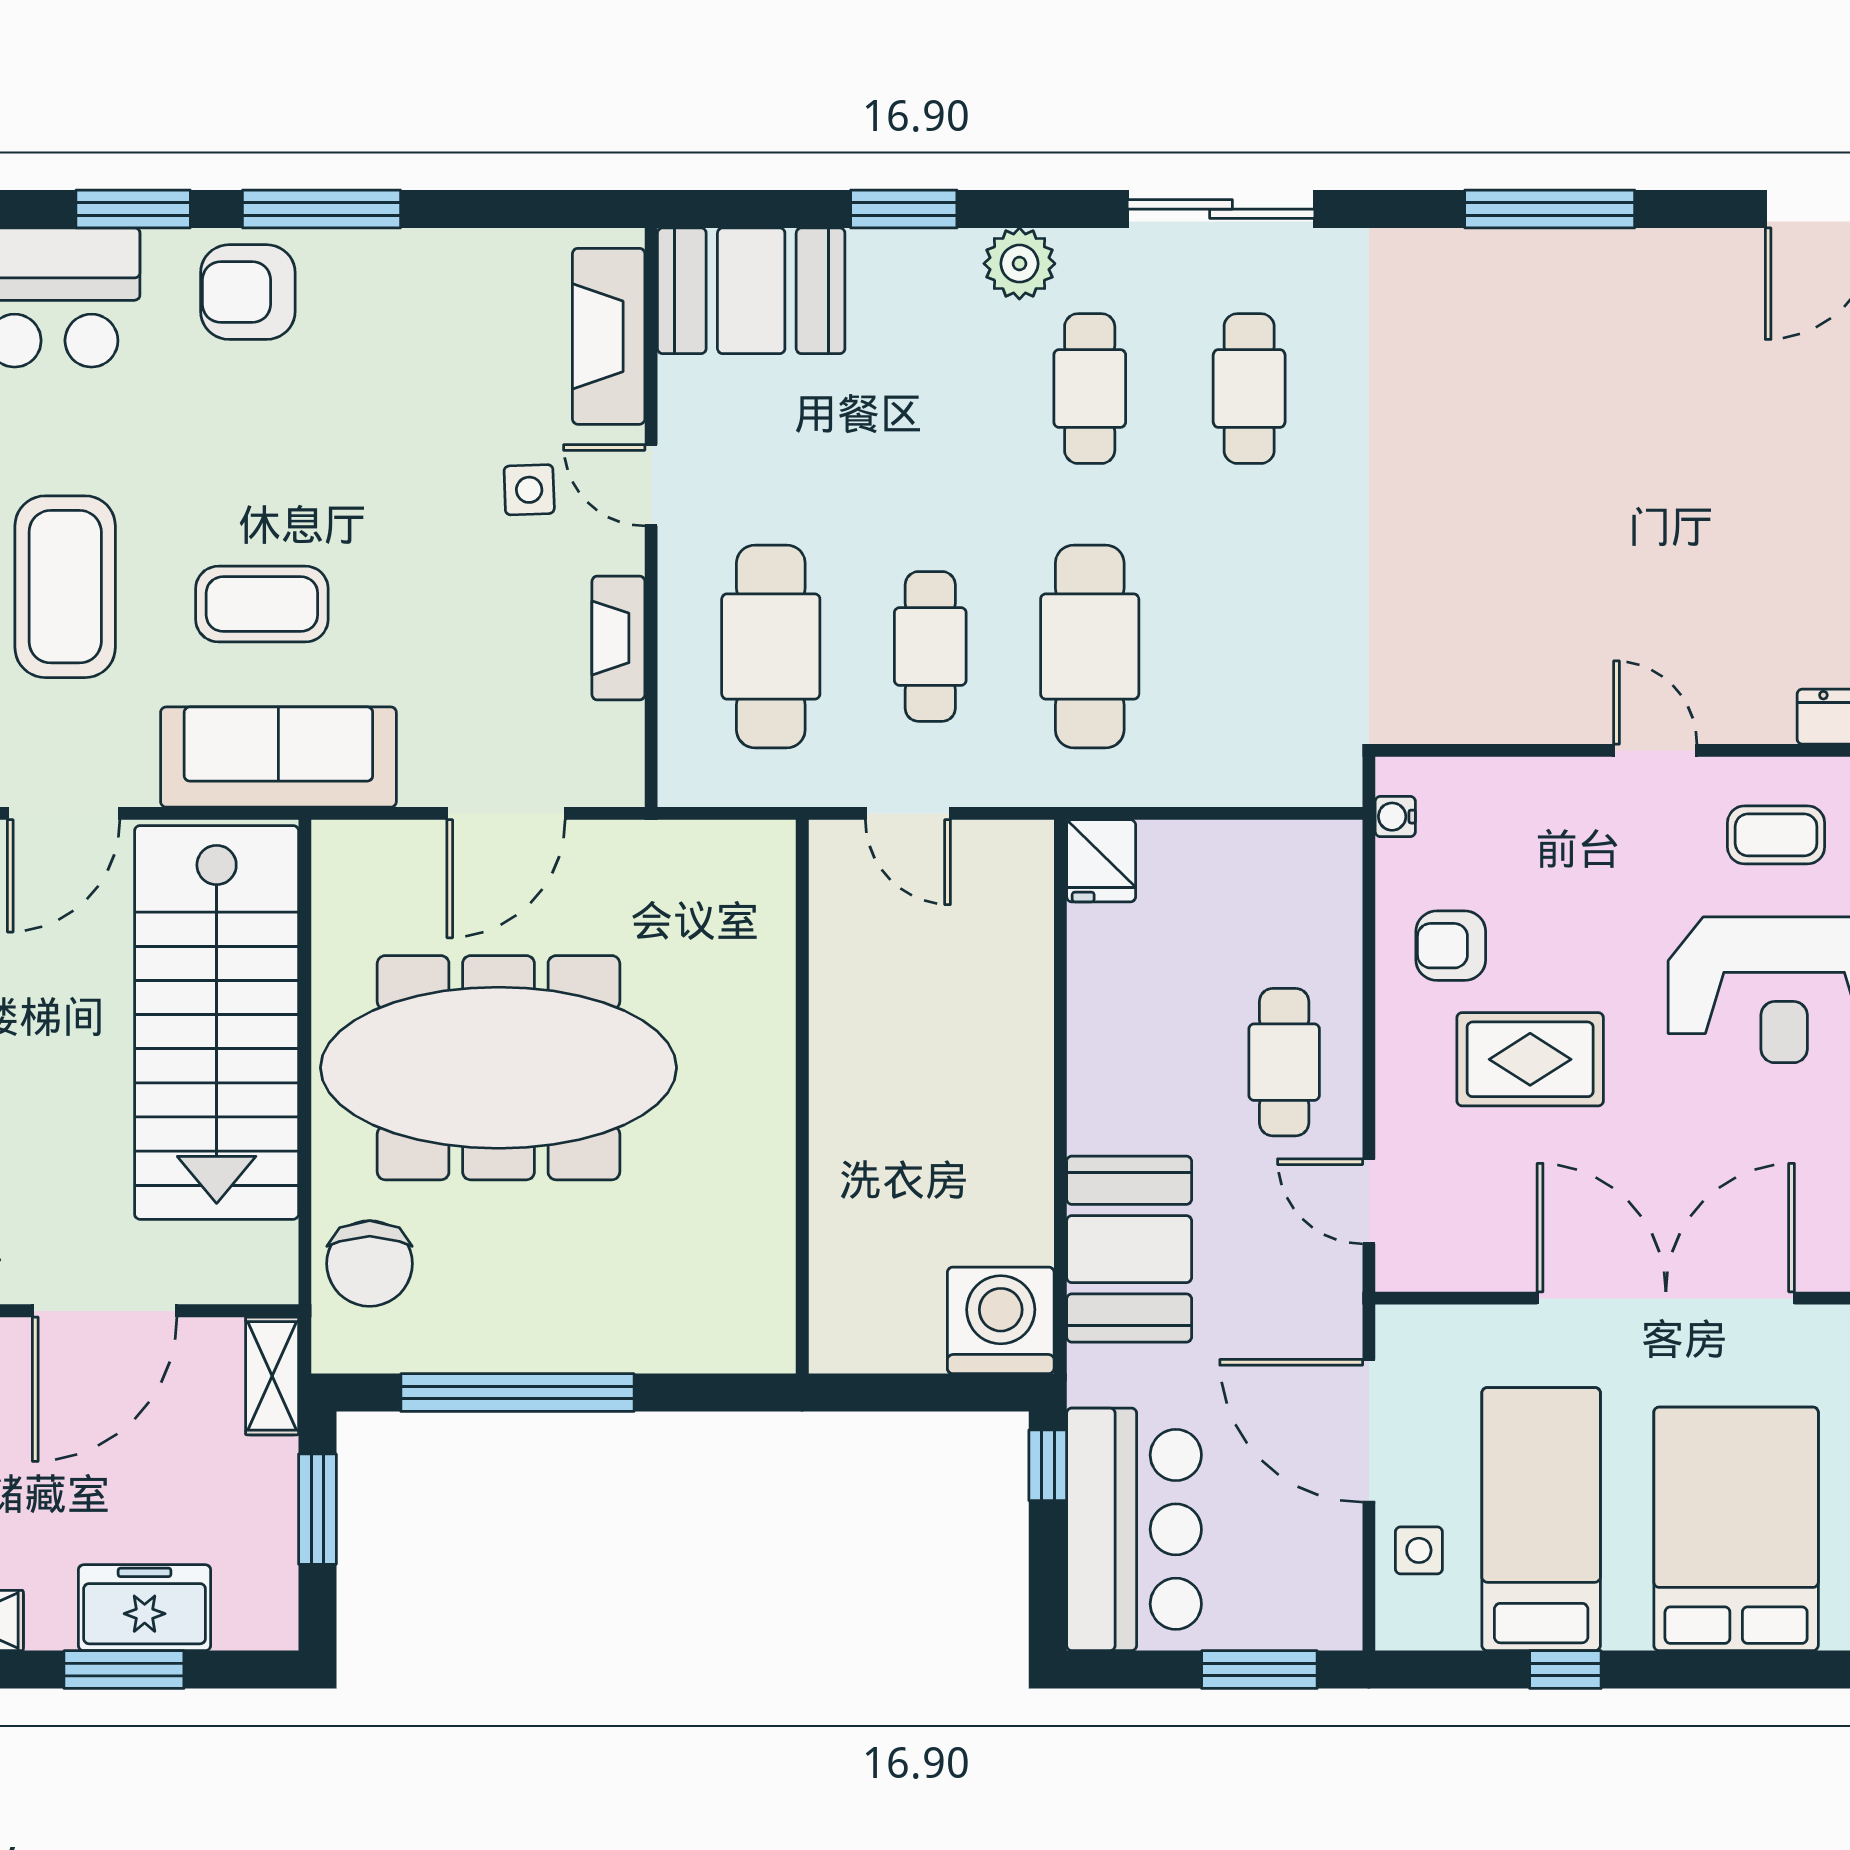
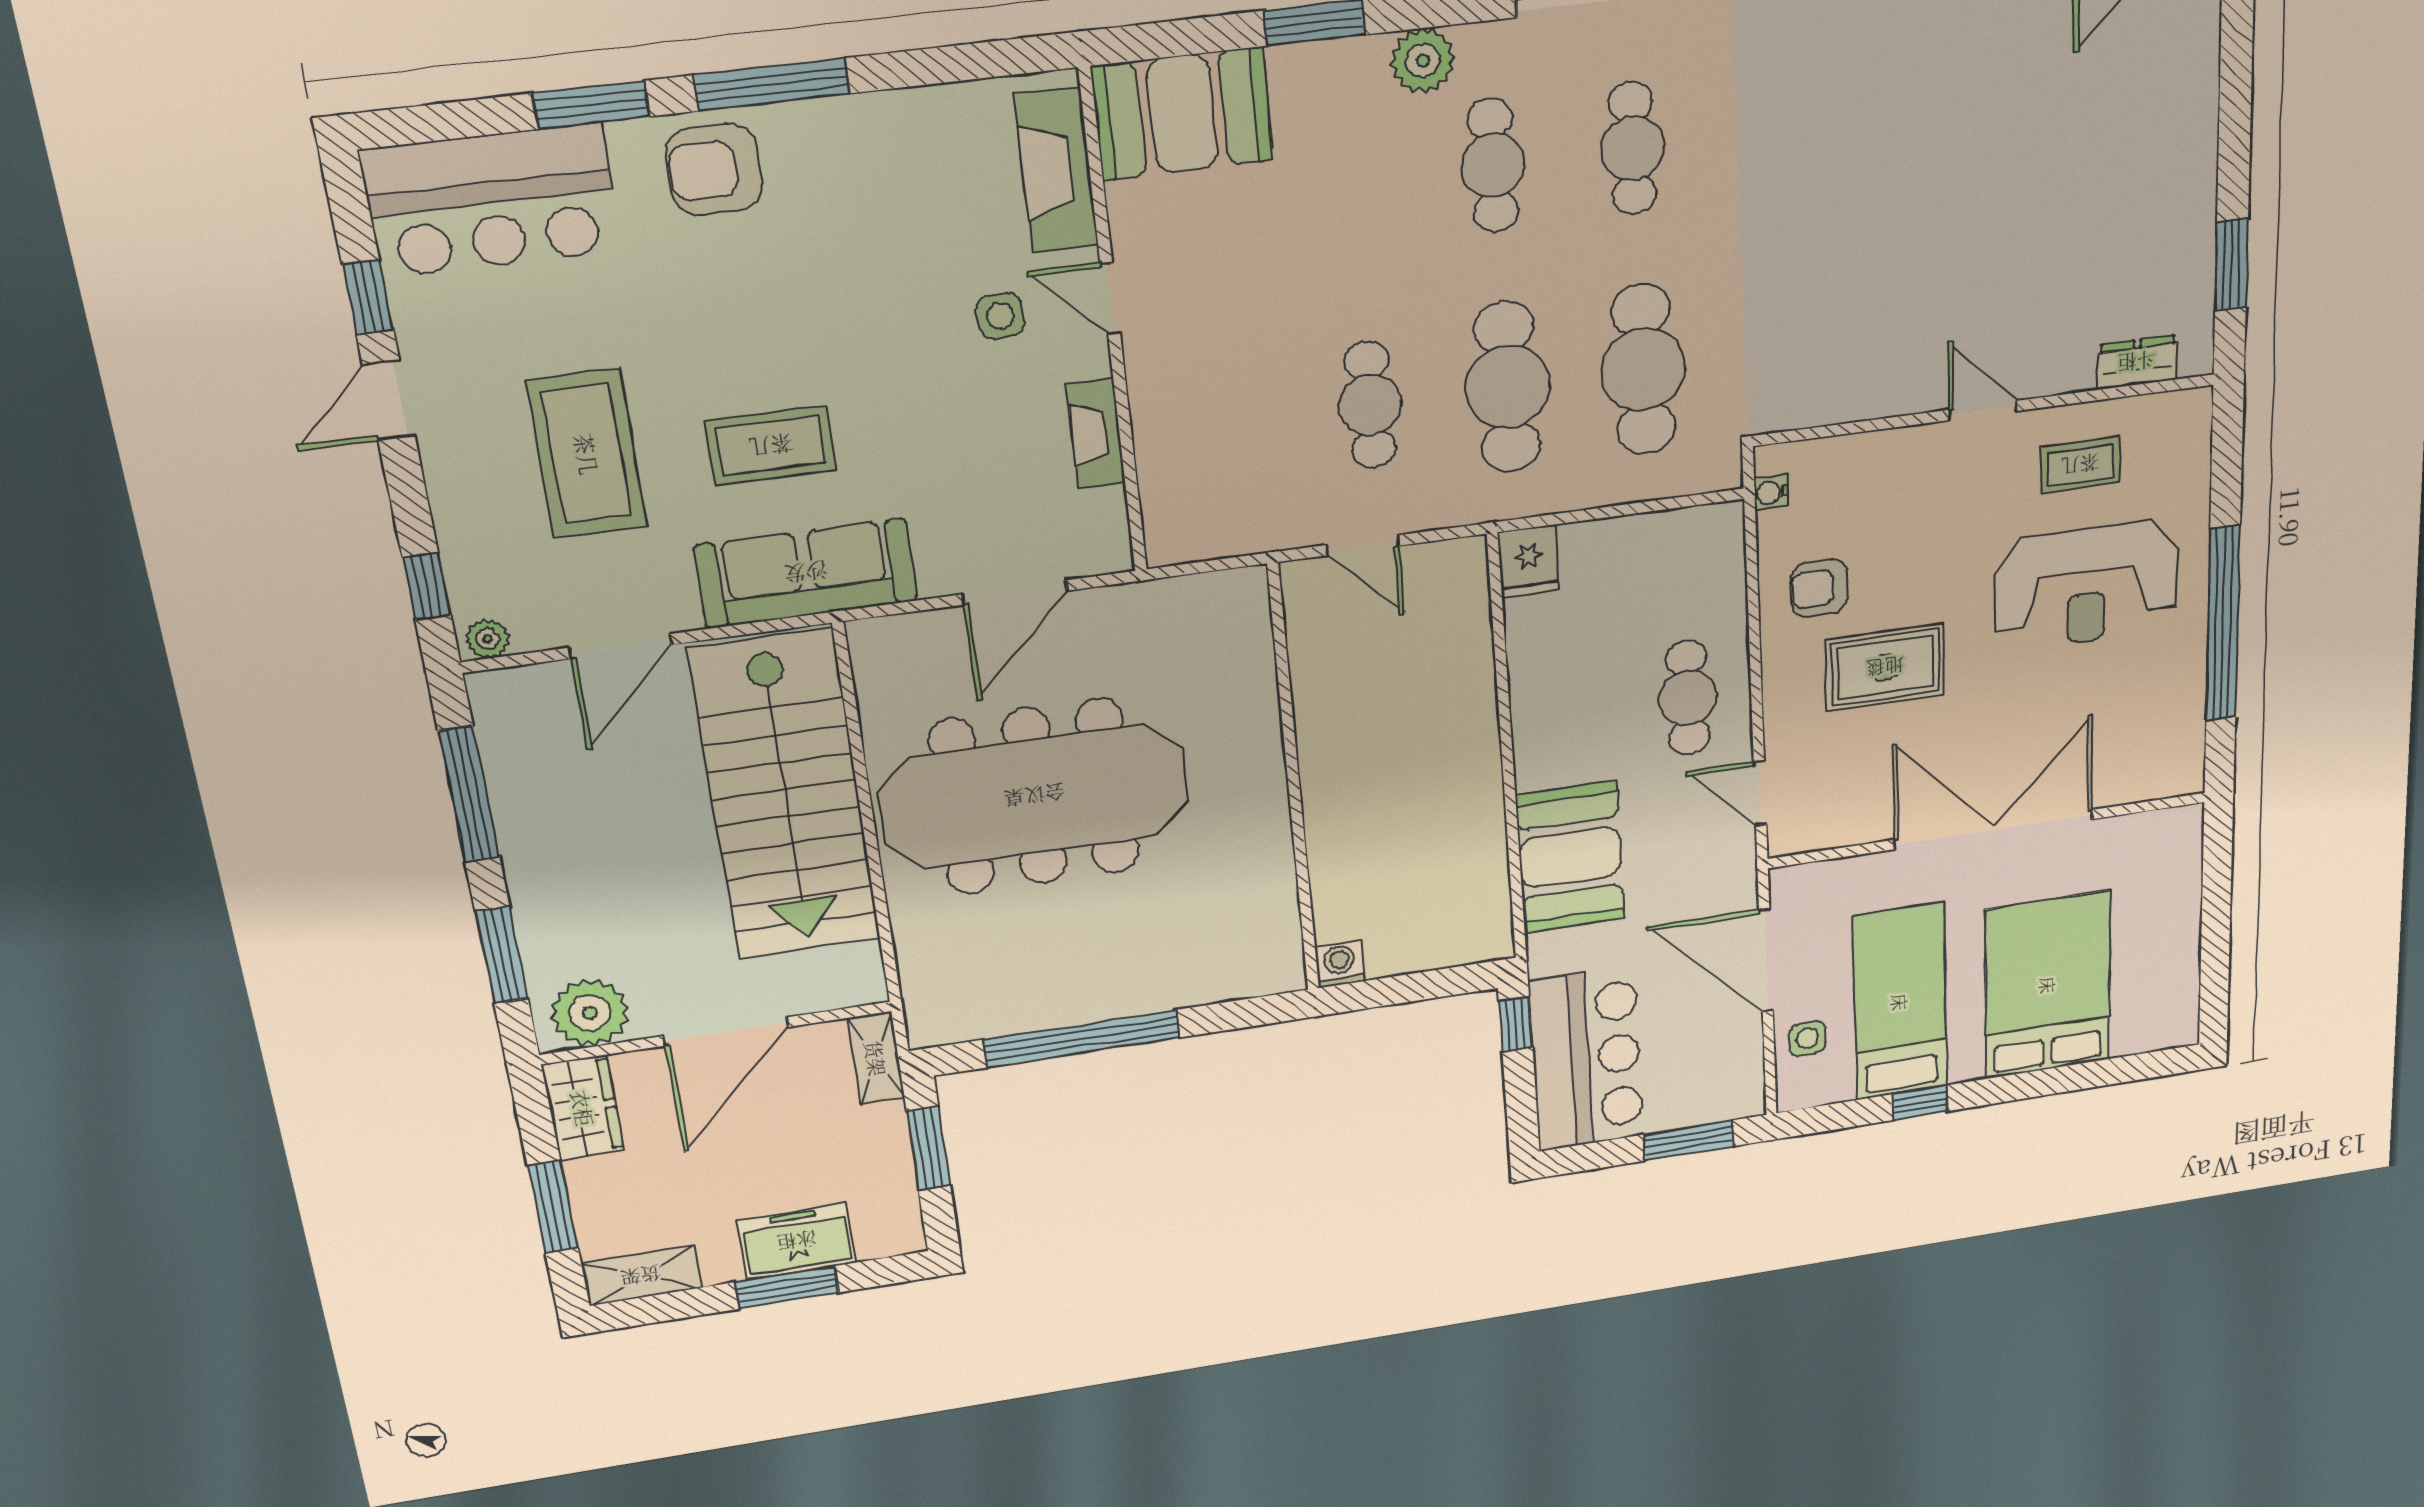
cafe table: (771, 646) -> (1643, 369), moved
chair: (370, 1264) -> (945, 962), removed
washing machine: (1001, 1320) -> (1340, 964), moved, width x0.53, depth x0.53

